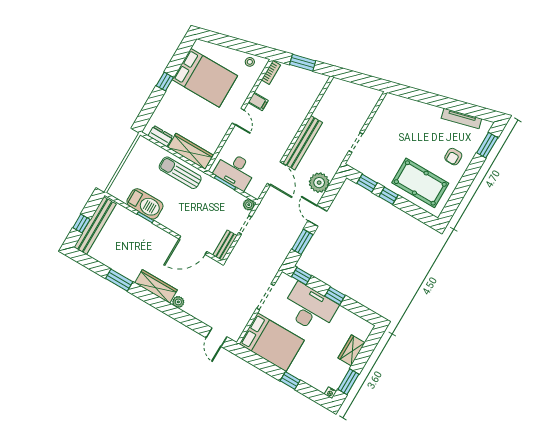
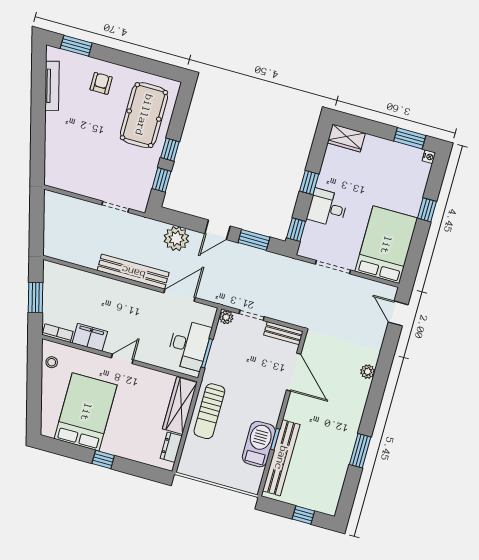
filing cabinet: (258, 101) -> (90, 337), width x2.00
armchair: (453, 157) -> (101, 83), turned -90
bench: (95, 226) -> (281, 458), moved, turned 90
wardrobe: (156, 286) -> (356, 404), removed
desk: (310, 308) -> (327, 208), width x0.53, depth x0.77
door: (217, 337) -> (398, 313), swing flipped
wardrobe: (351, 350) -> (346, 138), moved

